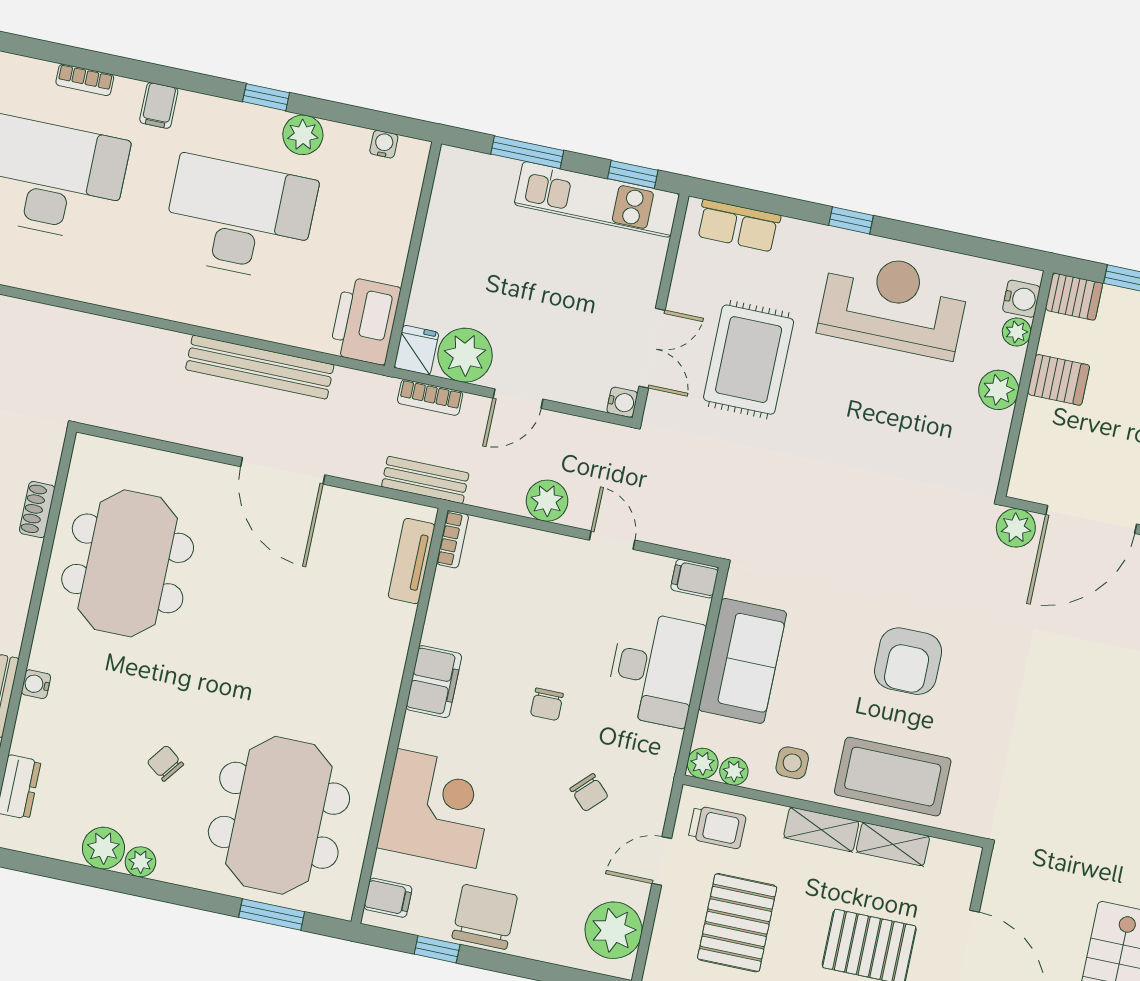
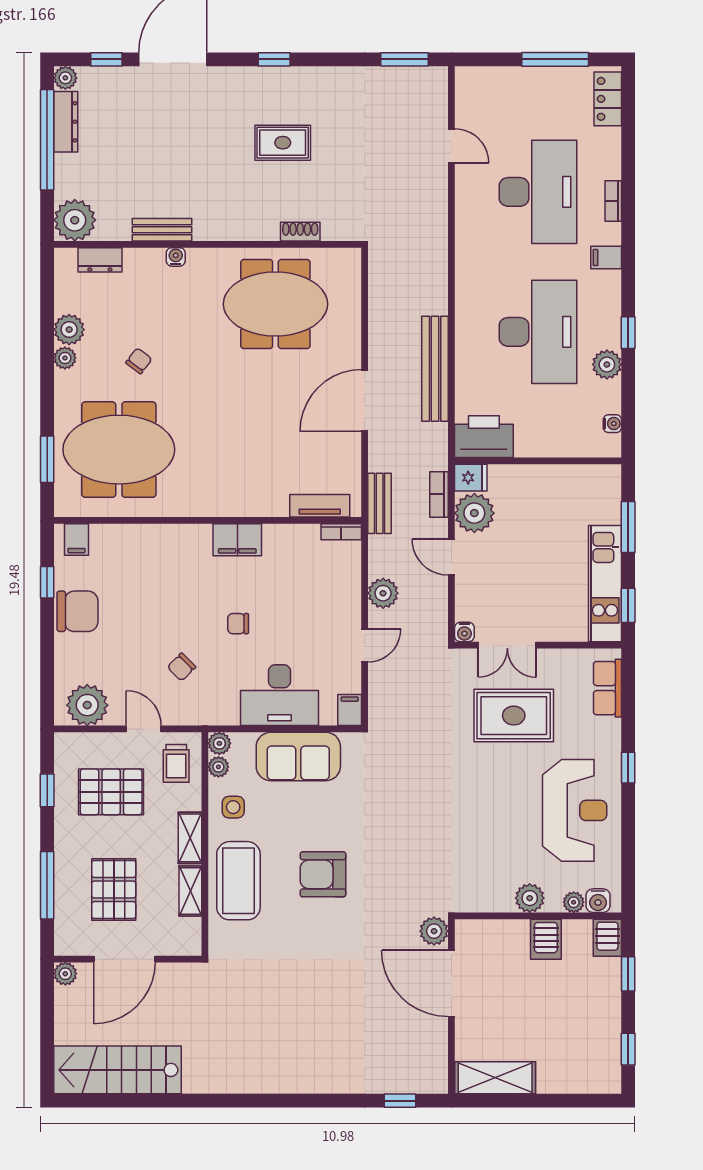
corner desk: (437, 808) -> (147, 561), removed

